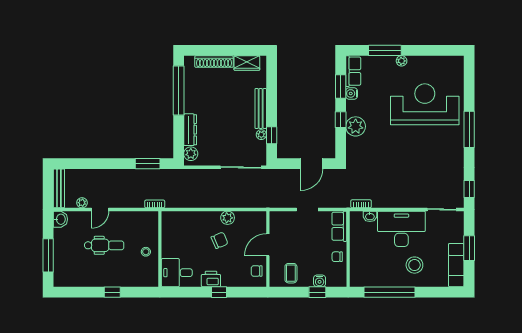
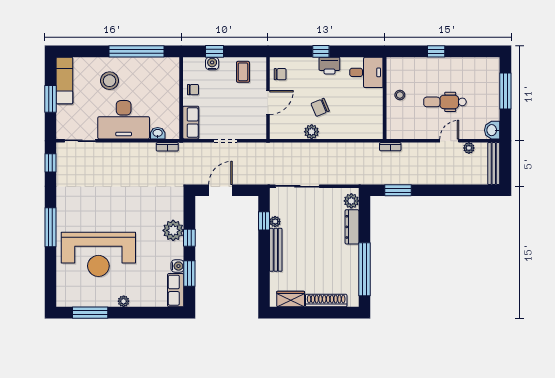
window: (385, 50) -> (90, 313), moved

